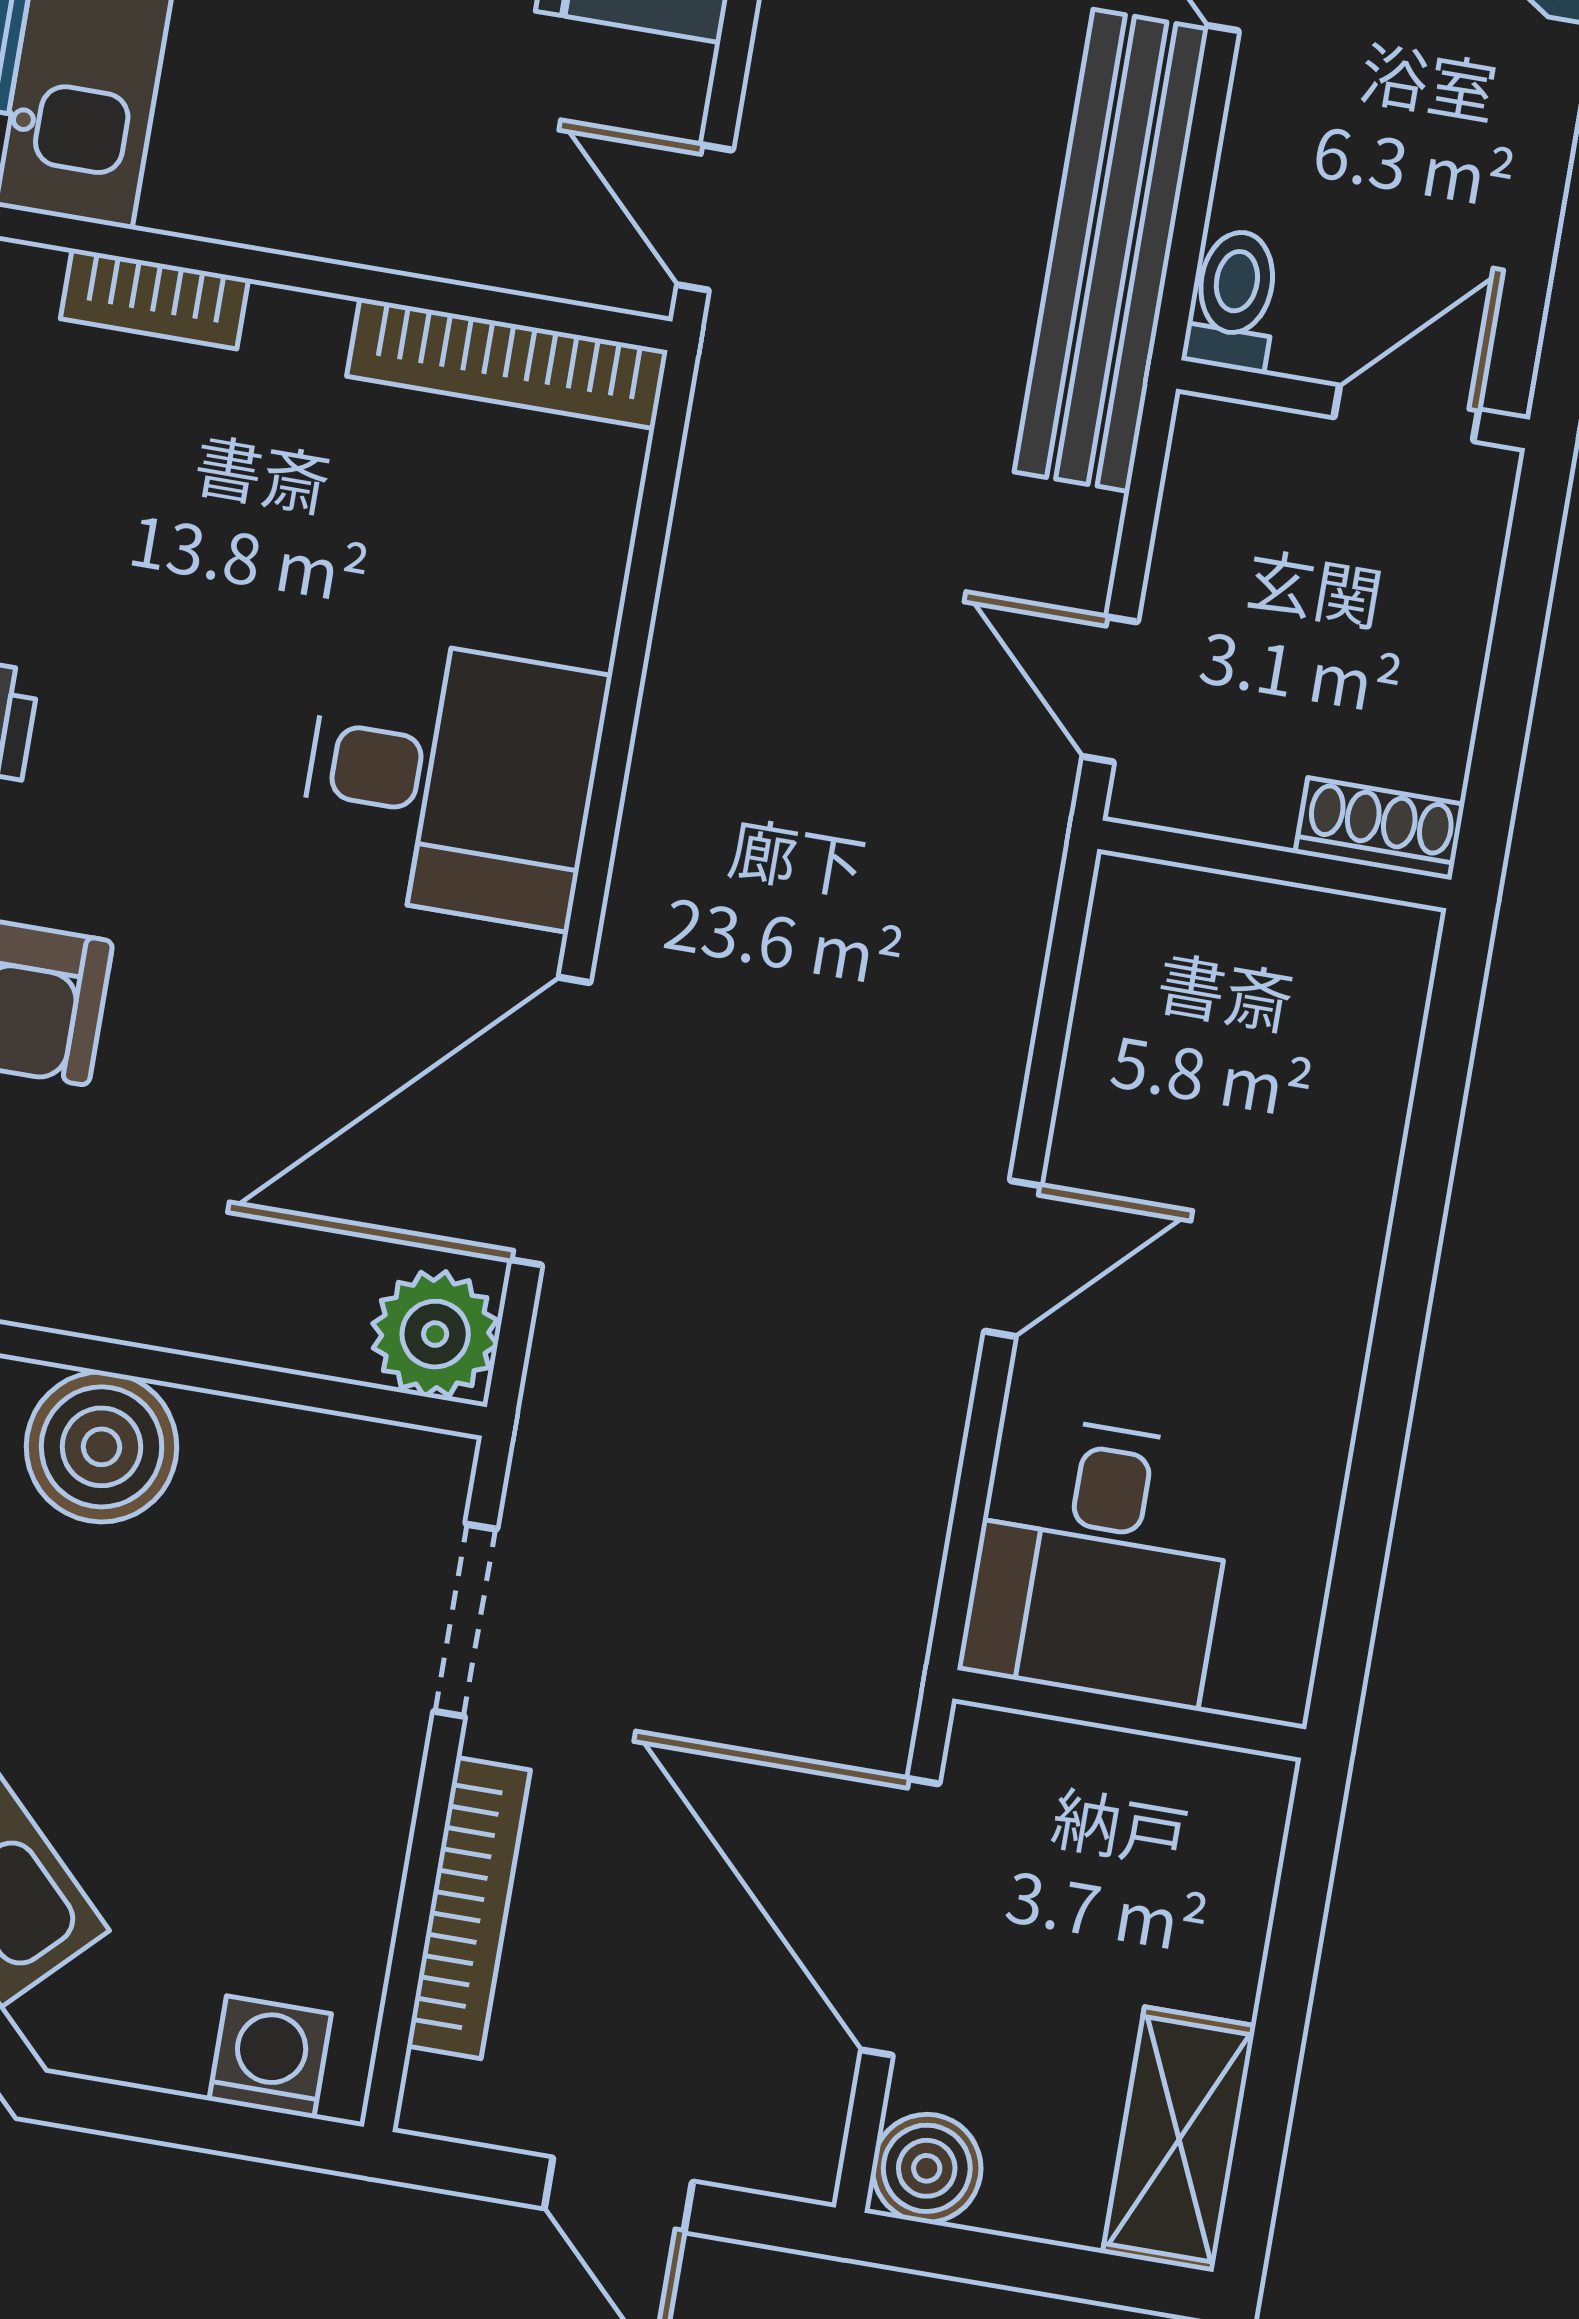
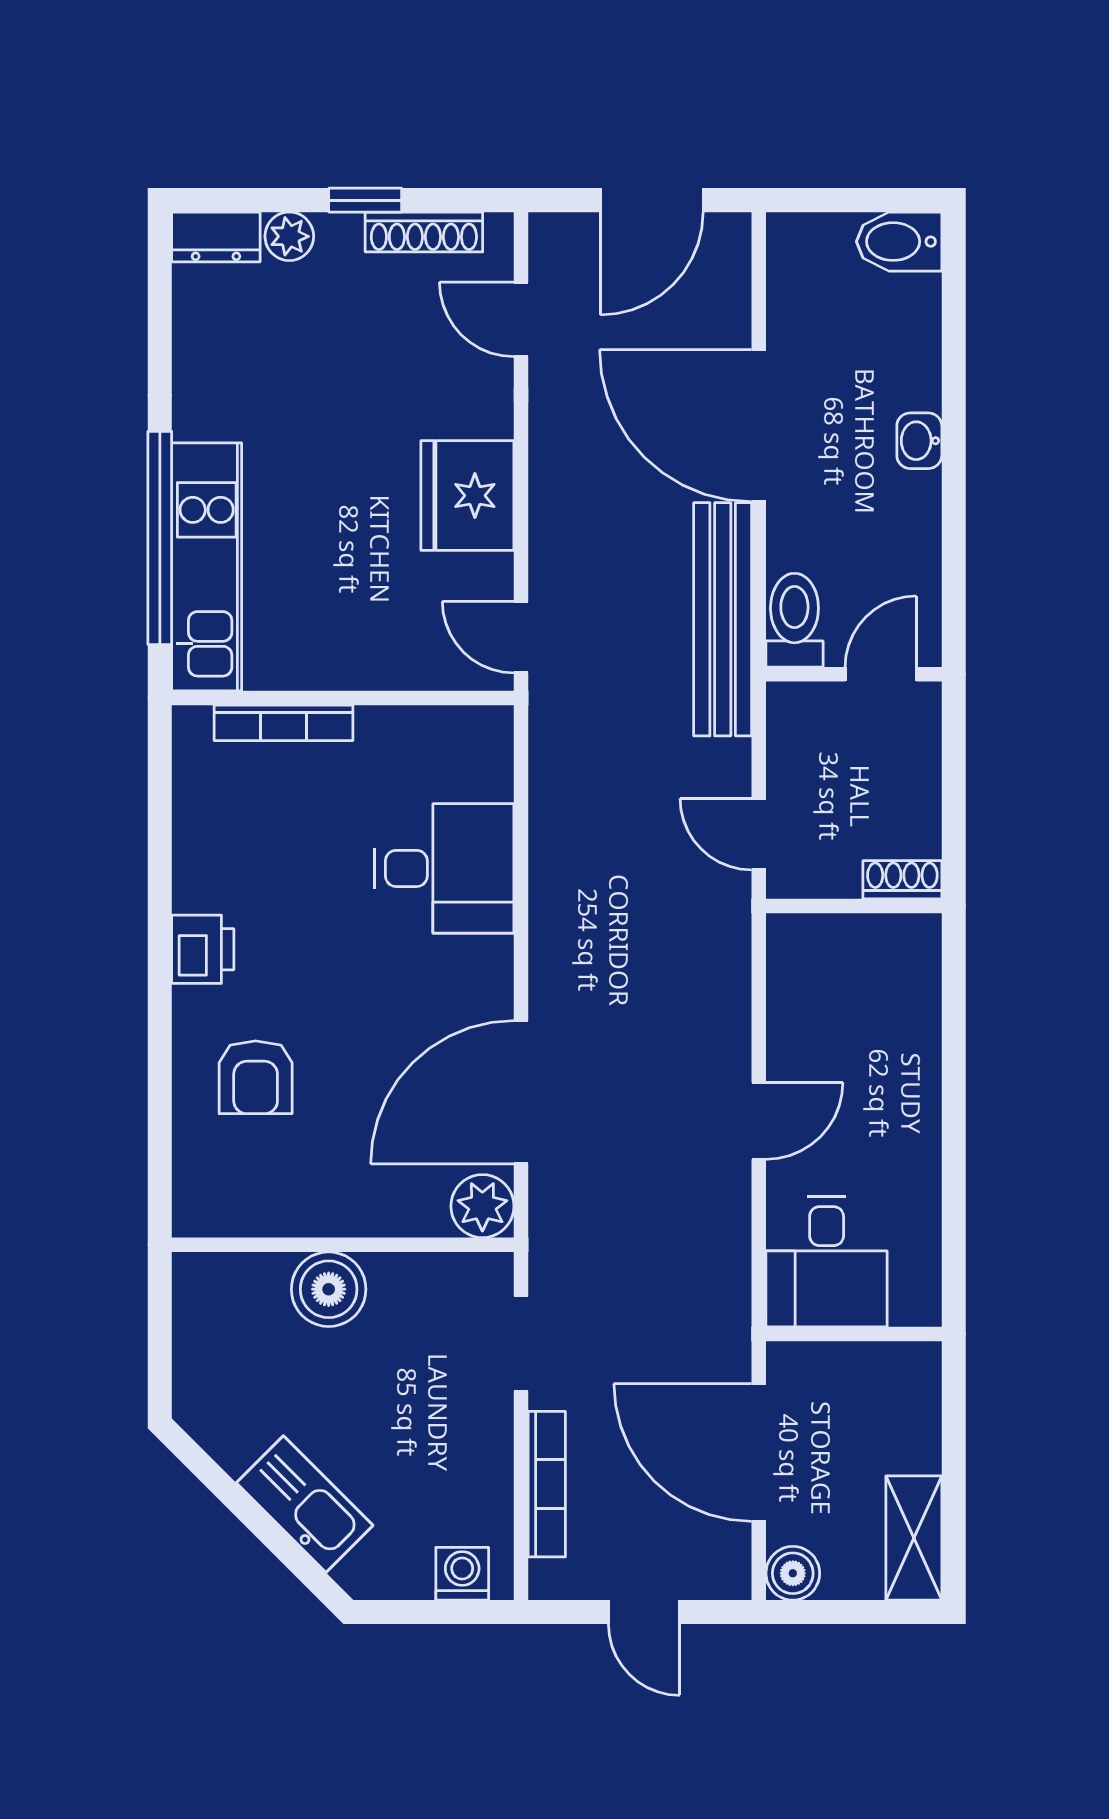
bookcase: (155, 299) -> (283, 723), width x1.56
toilet: (1234, 300) -> (794, 620), width x1.37, depth x1.39
bookcase: (507, 363) -> (437, 725), removed
desk: (451, 780) -> (444, 868), moved

